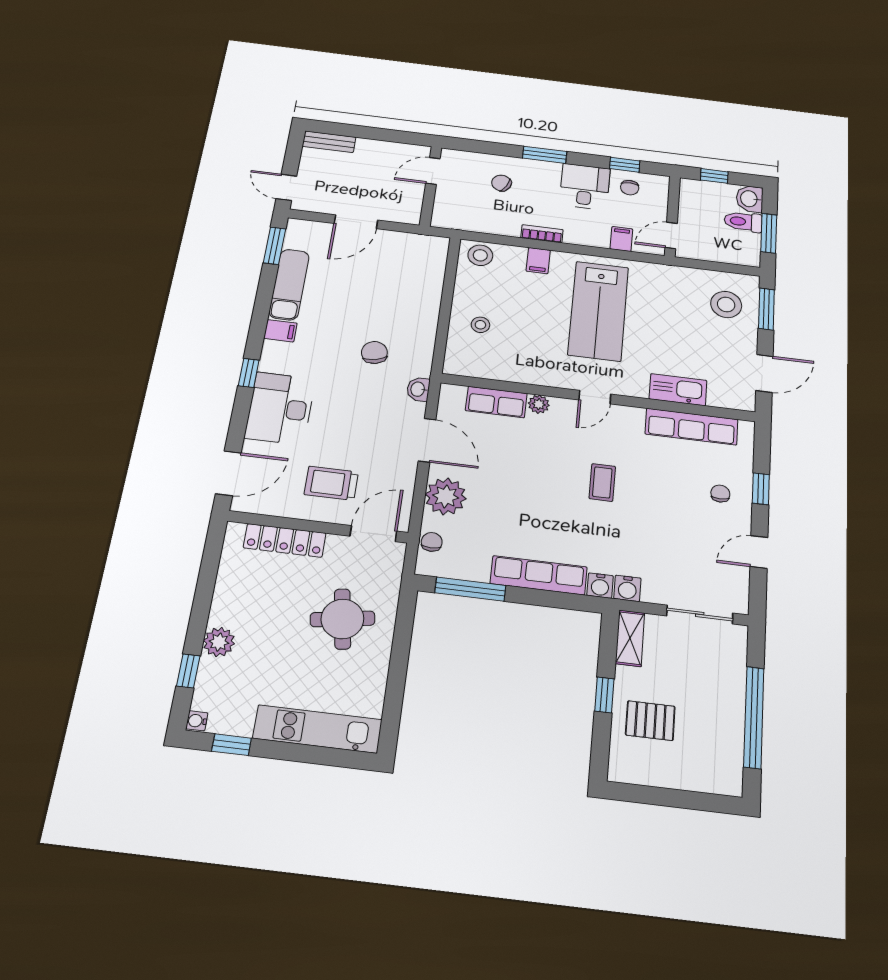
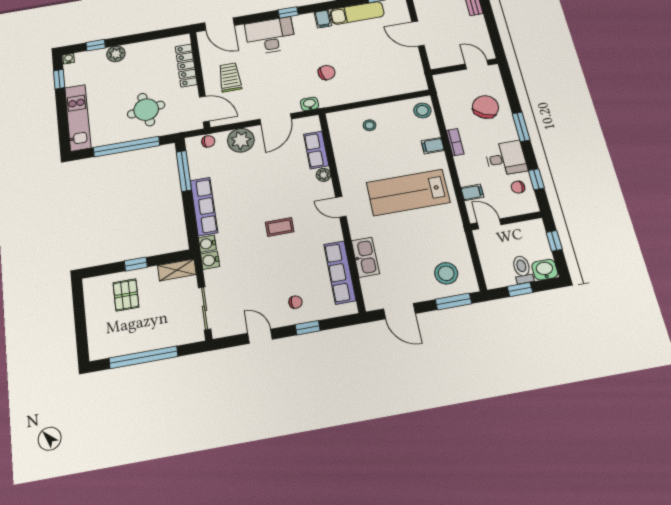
chair: (501, 183) -> (485, 107), width x1.87, depth x1.87
window: (769, 233) -> (520, 289), width x0.67
window: (399, 664) -> (127, 146), added

